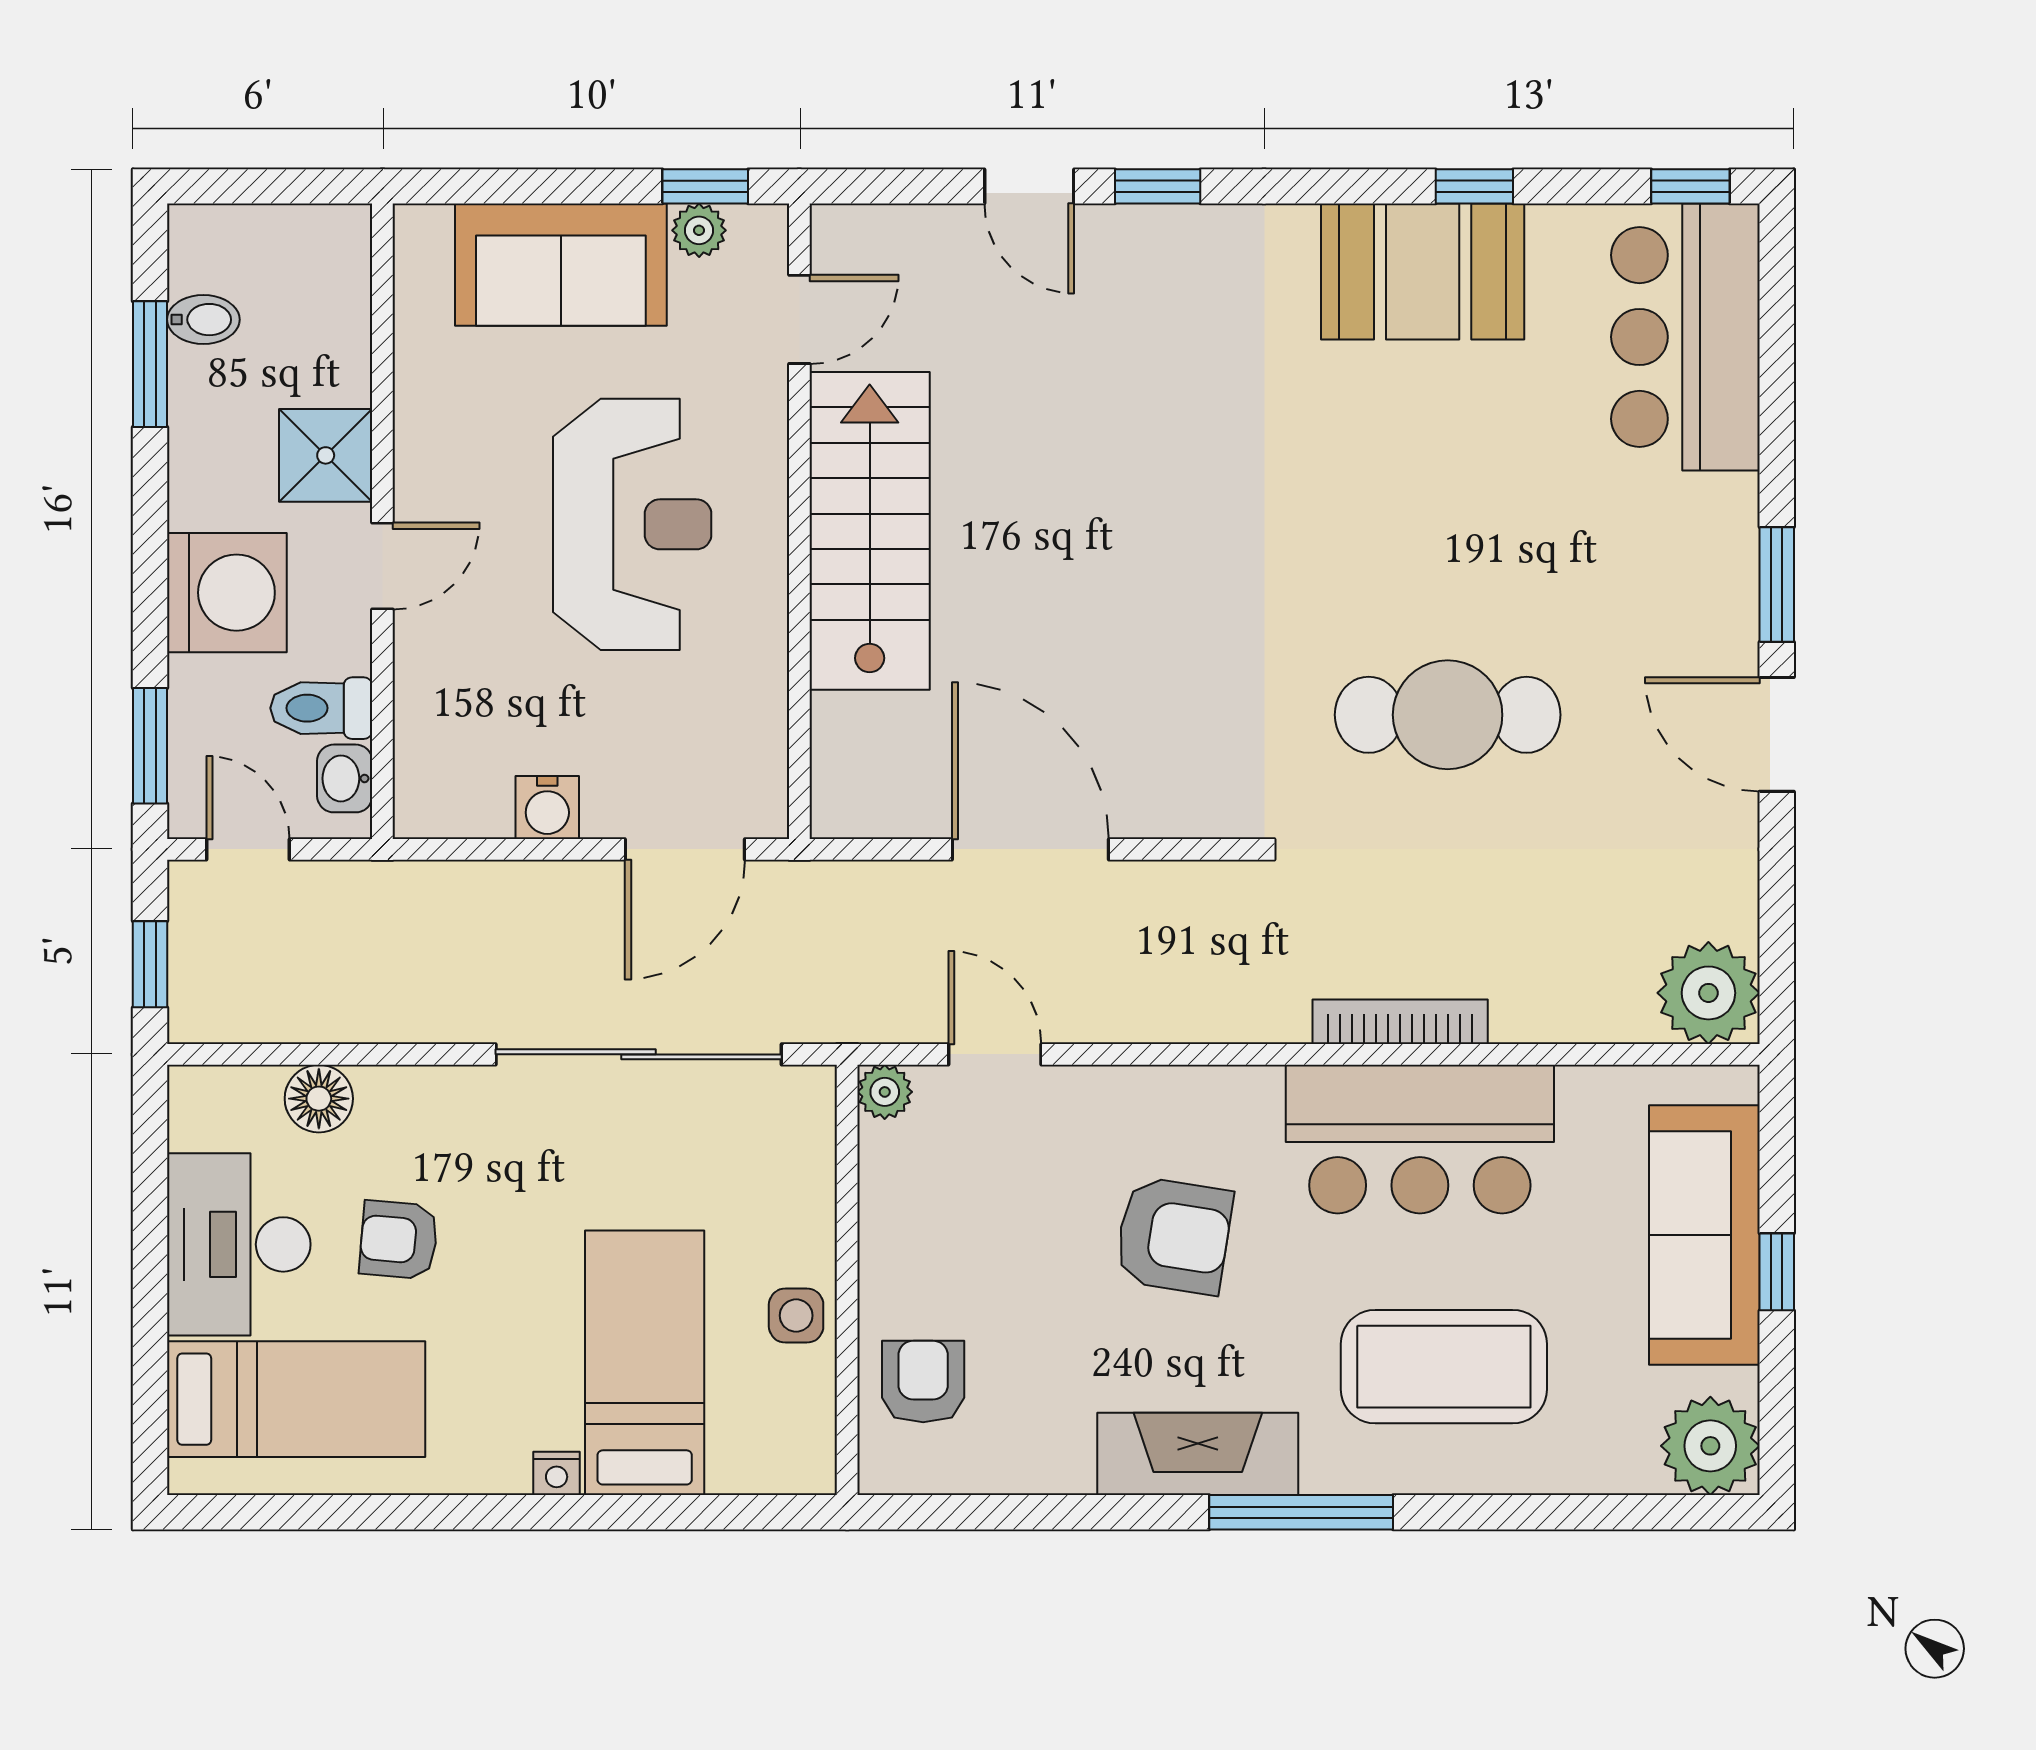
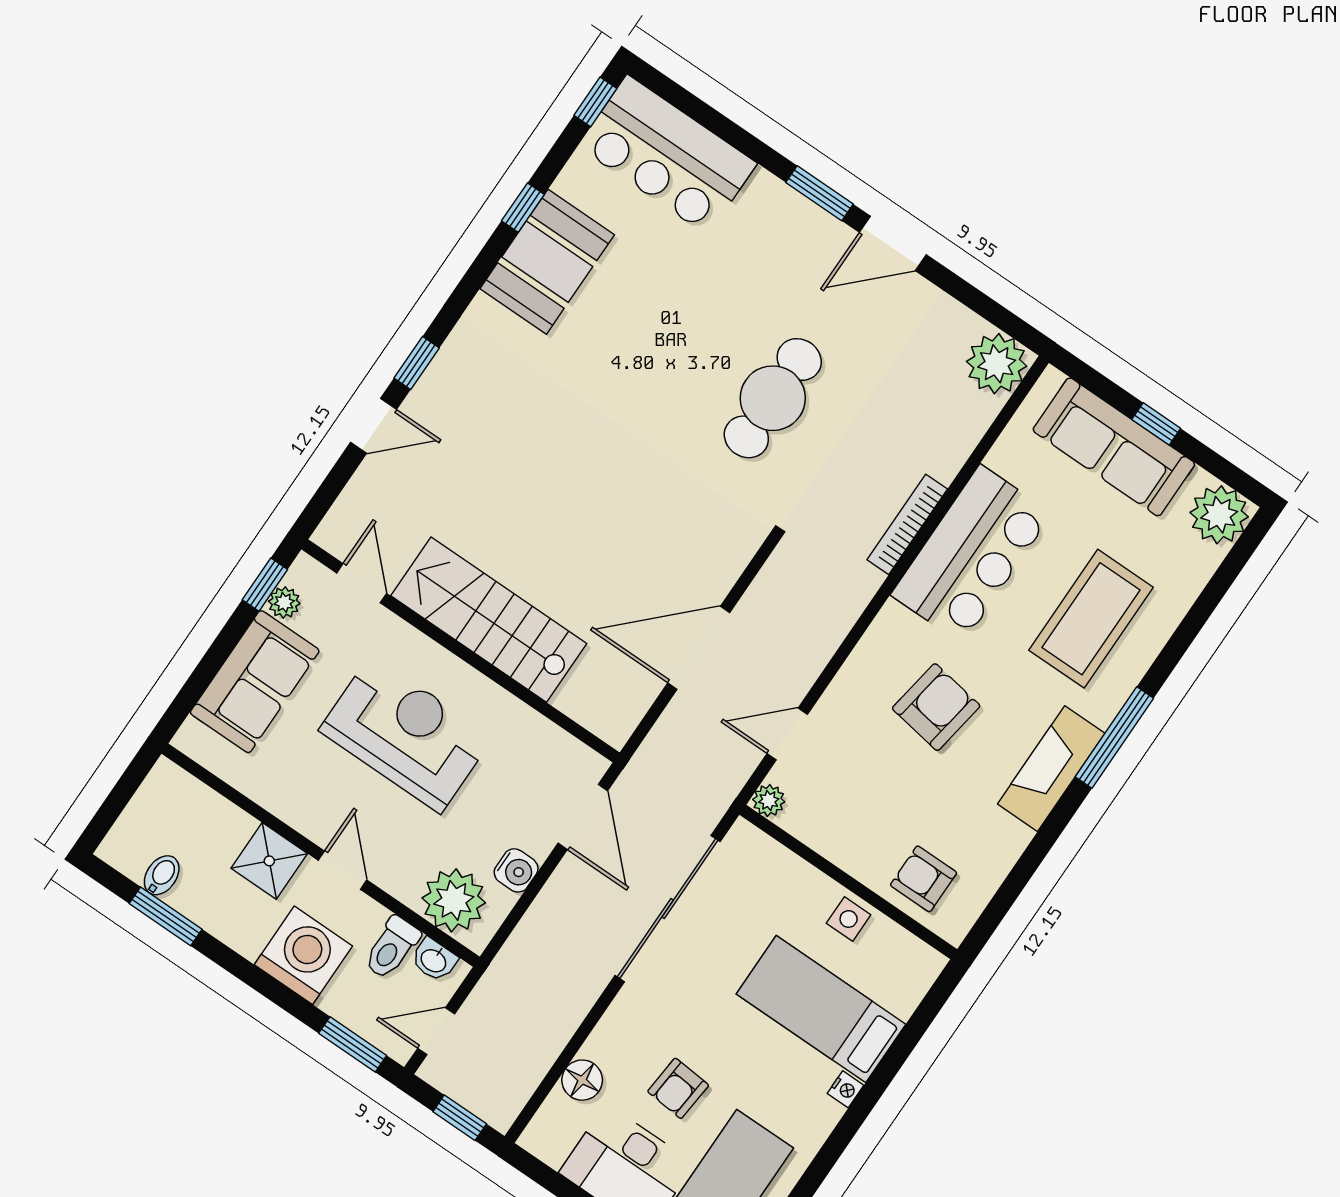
plant: (446, 749) -> (454, 900), added

